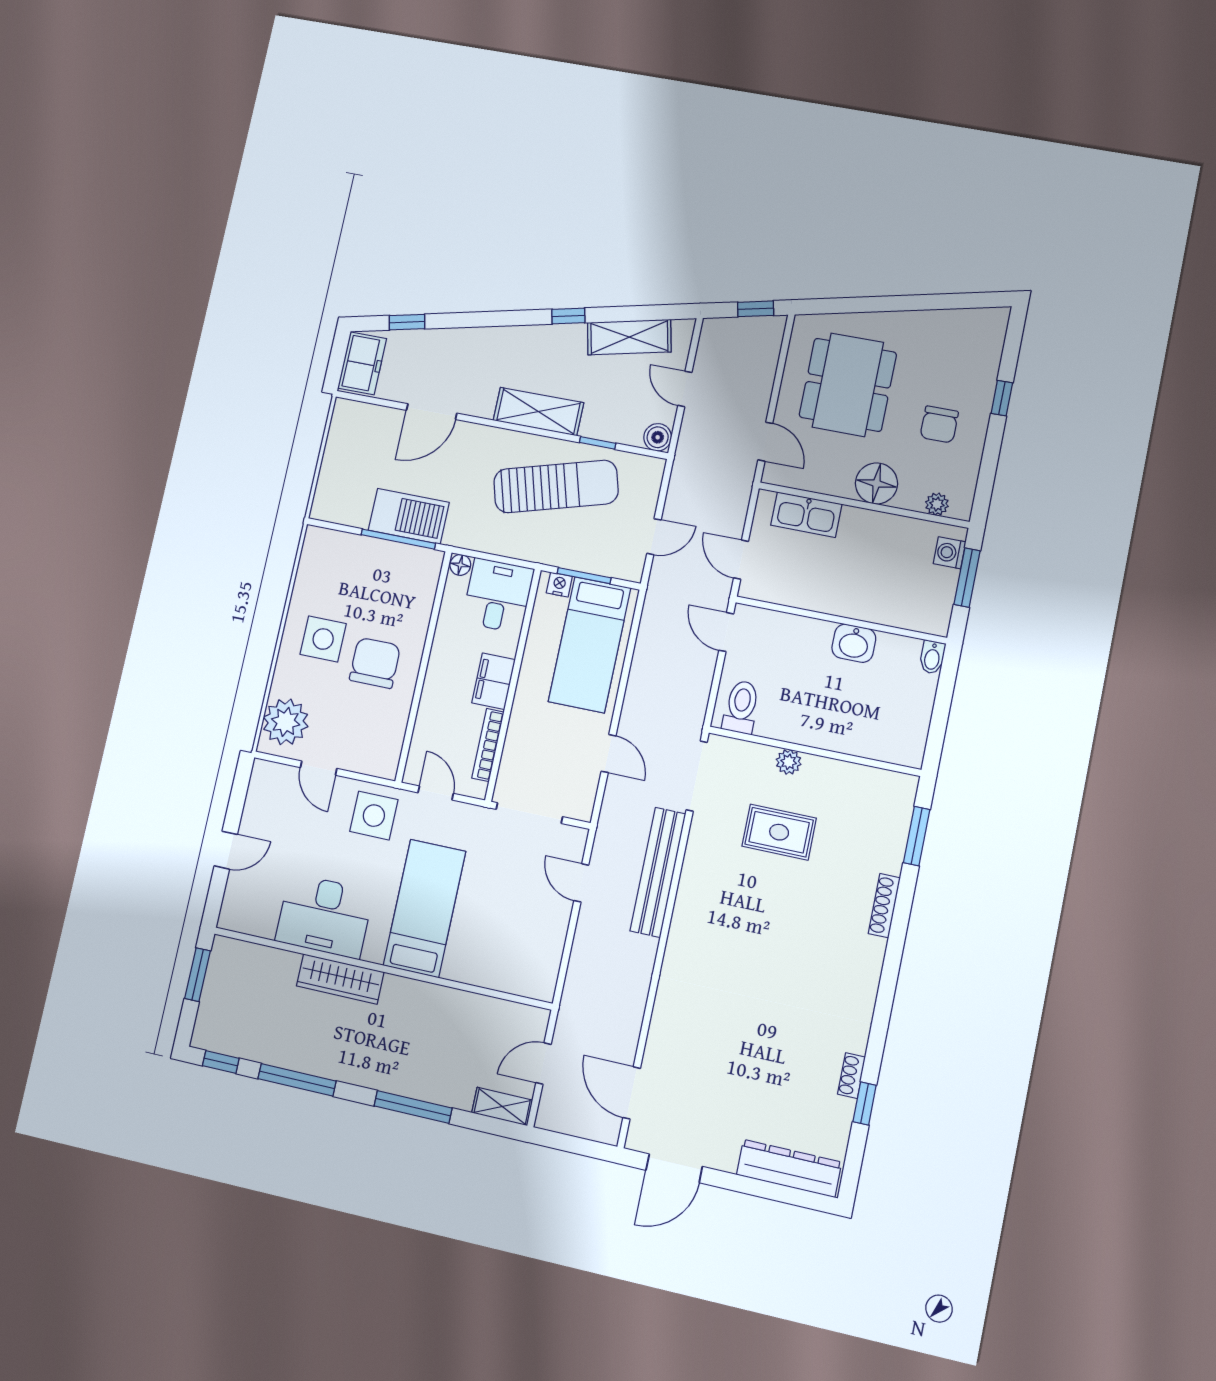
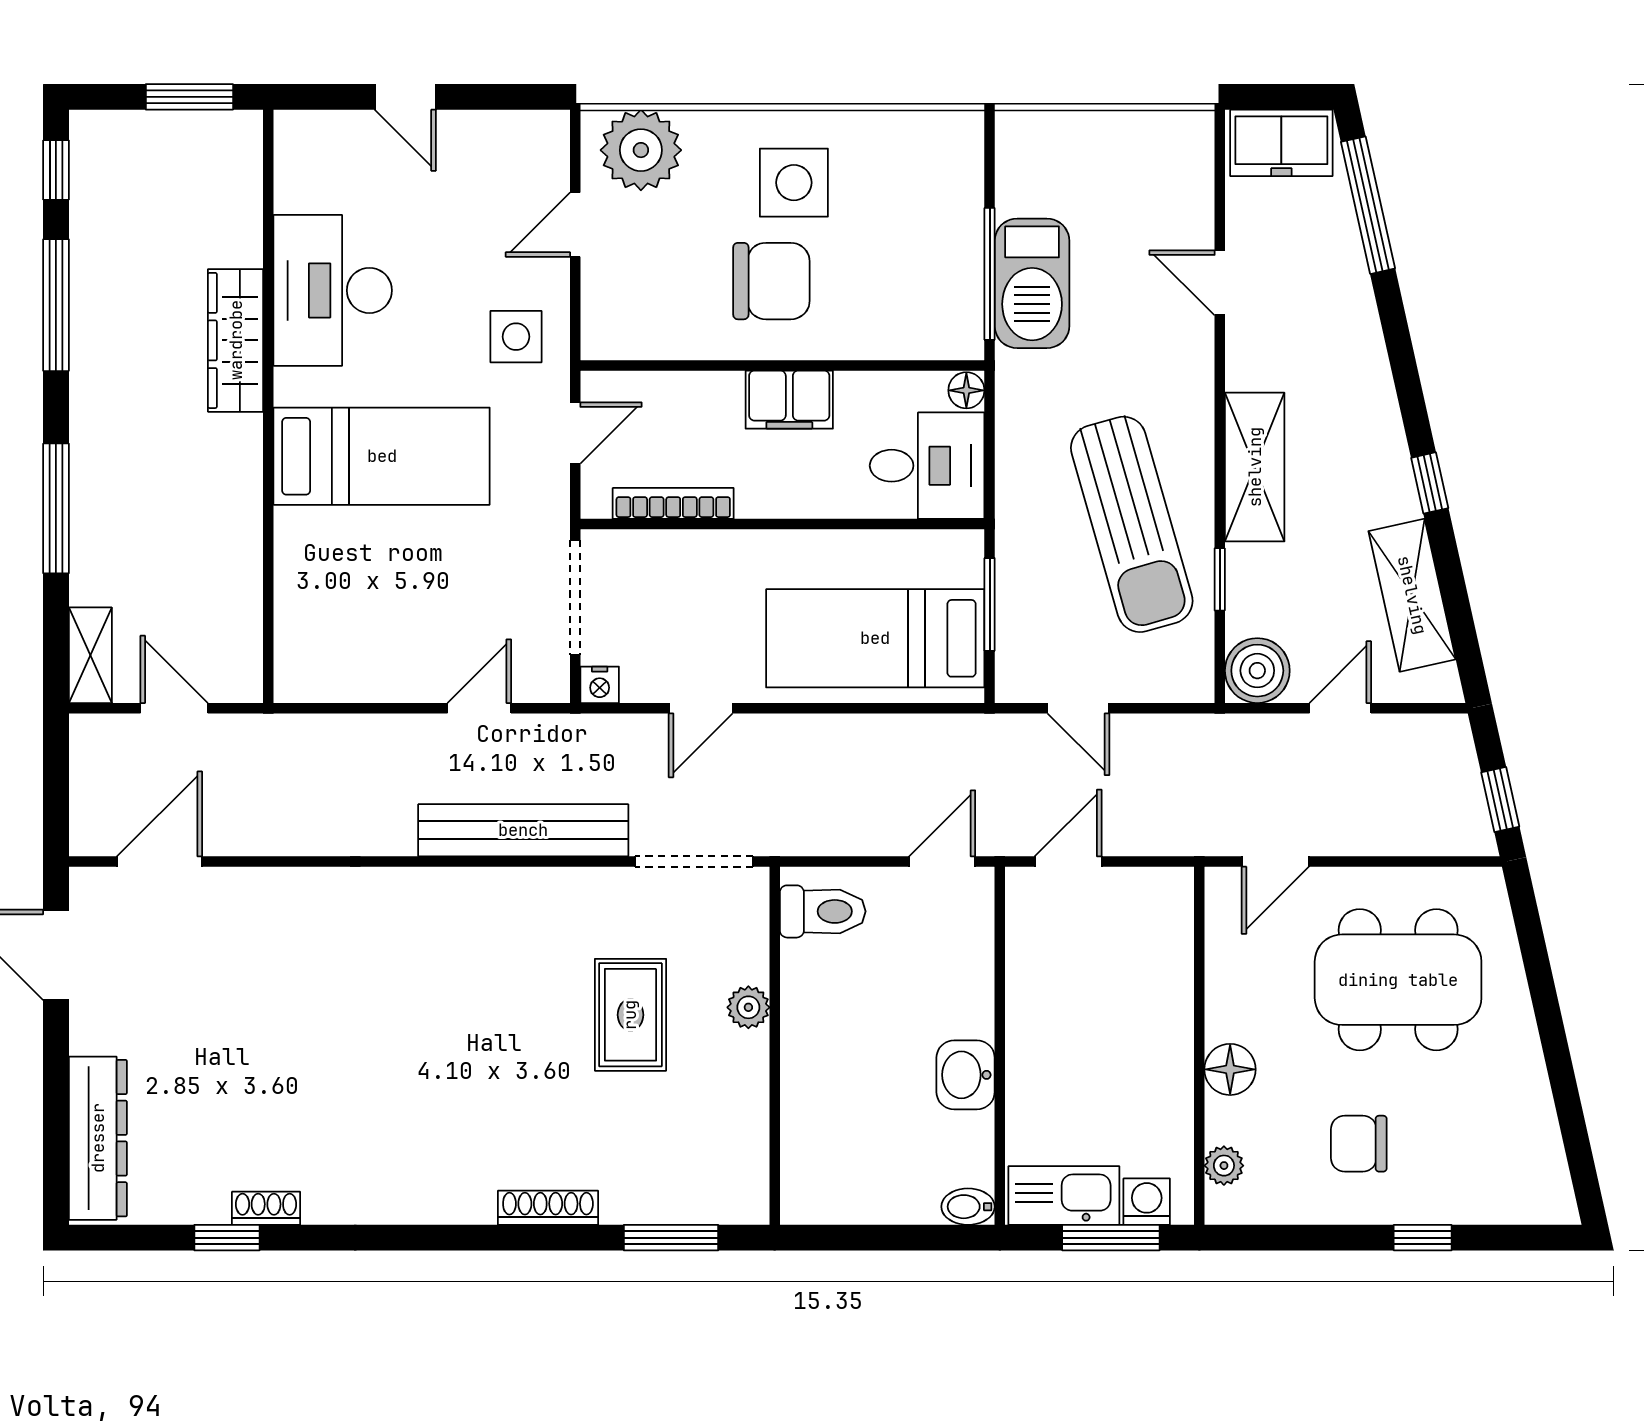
window: (407, 322) -> (1368, 205), width x2.17
door: (432, 412) -> (1220, 283), width x0.73
boiler: (658, 437) -> (1257, 671), width x1.36, depth x1.36
floor lamp: (876, 483) -> (1230, 1069), width x0.73, depth x0.73
kitchen sink: (806, 515) -> (1064, 1196), moved, turned 90
nightstand: (559, 585) -> (600, 685), moved, turned 90
filing cabinet: (494, 681) -> (789, 400), moved, turned 180
side table: (374, 816) -> (516, 337), width x0.73, depth x0.73

